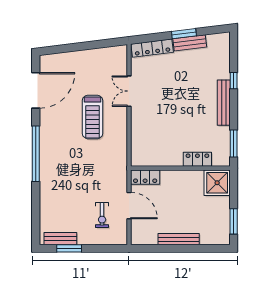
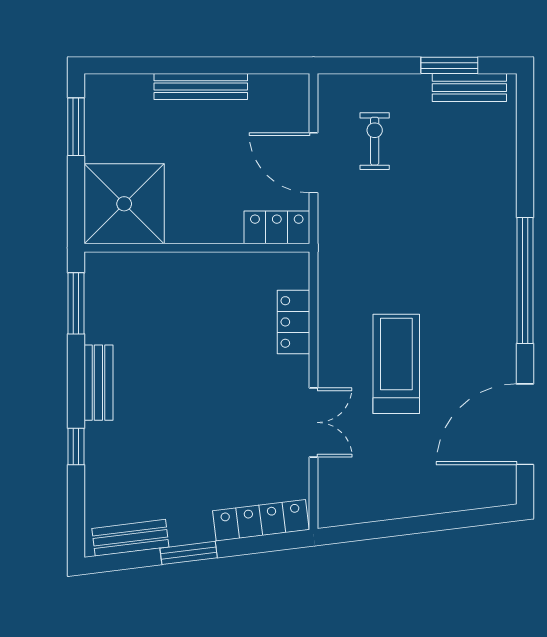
bench: (190, 43) -> (130, 538), moved
bench: (224, 103) -> (98, 383), width x0.73
locker: (197, 159) -> (293, 322), moved, turned 90
shower: (217, 183) -> (124, 204), width x1.37, depth x1.37

